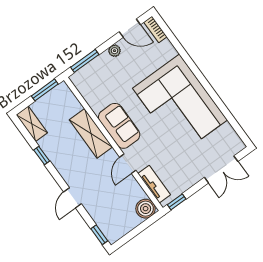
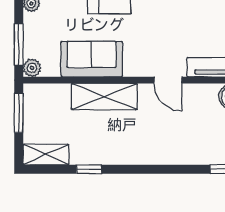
plant: (77, 79) -> (32, 68), added
sofa: (119, 126) -> (92, 59), moved
door: (72, 198) -> (161, 169), removed

